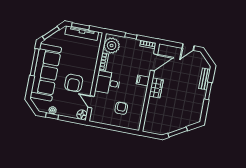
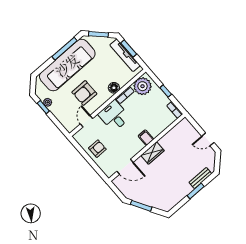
door: (154, 62) -> (125, 167), moved
armchair: (121, 108) -> (97, 149), moved
floor lamp: (82, 115) -> (114, 88), moved

